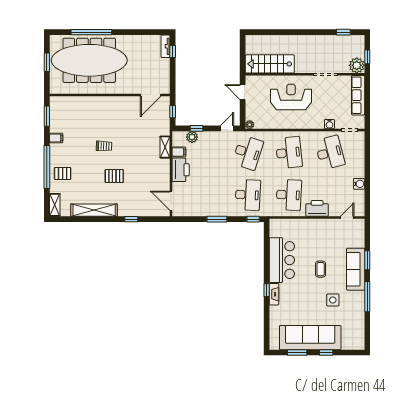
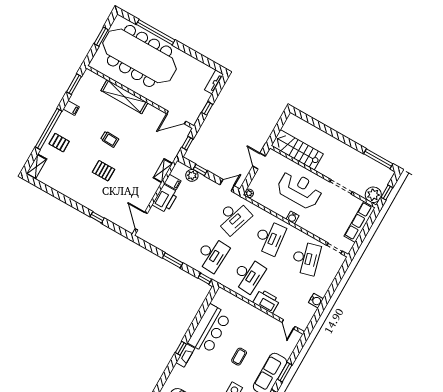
window: (343, 32) -> (378, 159), width x2.17
window: (173, 51) -> (207, 108), moved
water cooler: (329, 124) -> (292, 217), moved
shelving: (94, 210) -> (124, 97), moved
door: (347, 217) -> (289, 324), swing flipped

